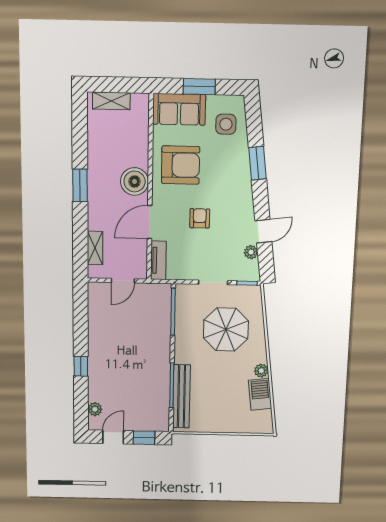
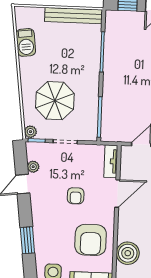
armchair: (181, 165) -> (91, 240), turned -90
boiler: (135, 181) -> (128, 253), moved
plant: (261, 371) -> (30, 132), moved
bench: (181, 396) -> (74, 16), moved, turned 90

